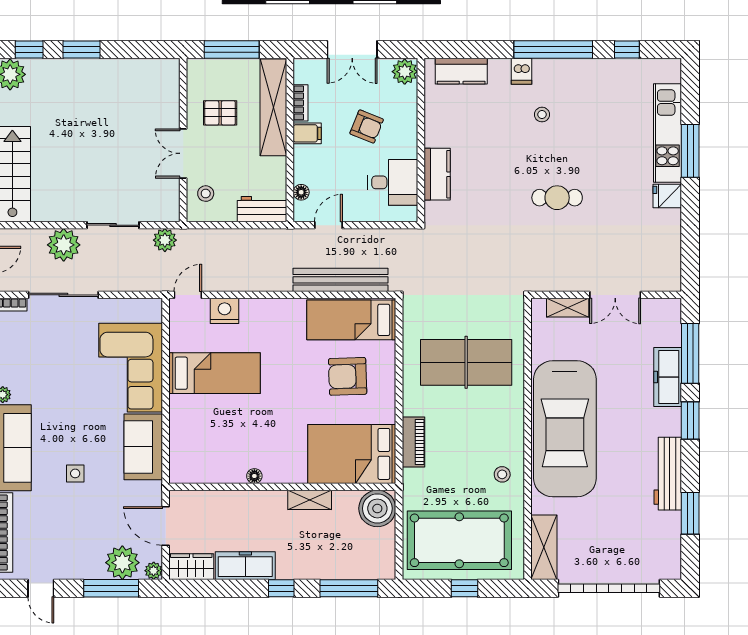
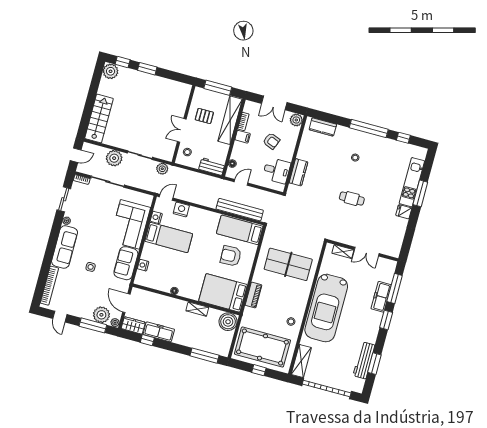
dishwasher: (522, 71) -> (351, 135), removed
nightstand: (179, 340) -> (156, 217), added
nightstand: (178, 442) -> (143, 265), added
workbench: (668, 474) -> (364, 360), moved
window: (281, 588) -> (147, 340), moved

